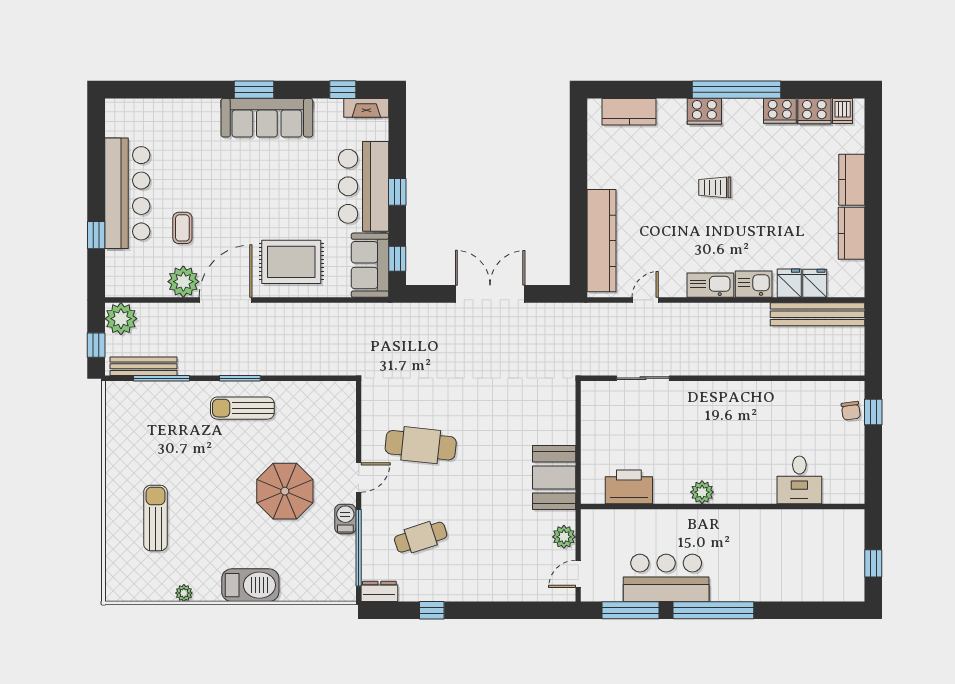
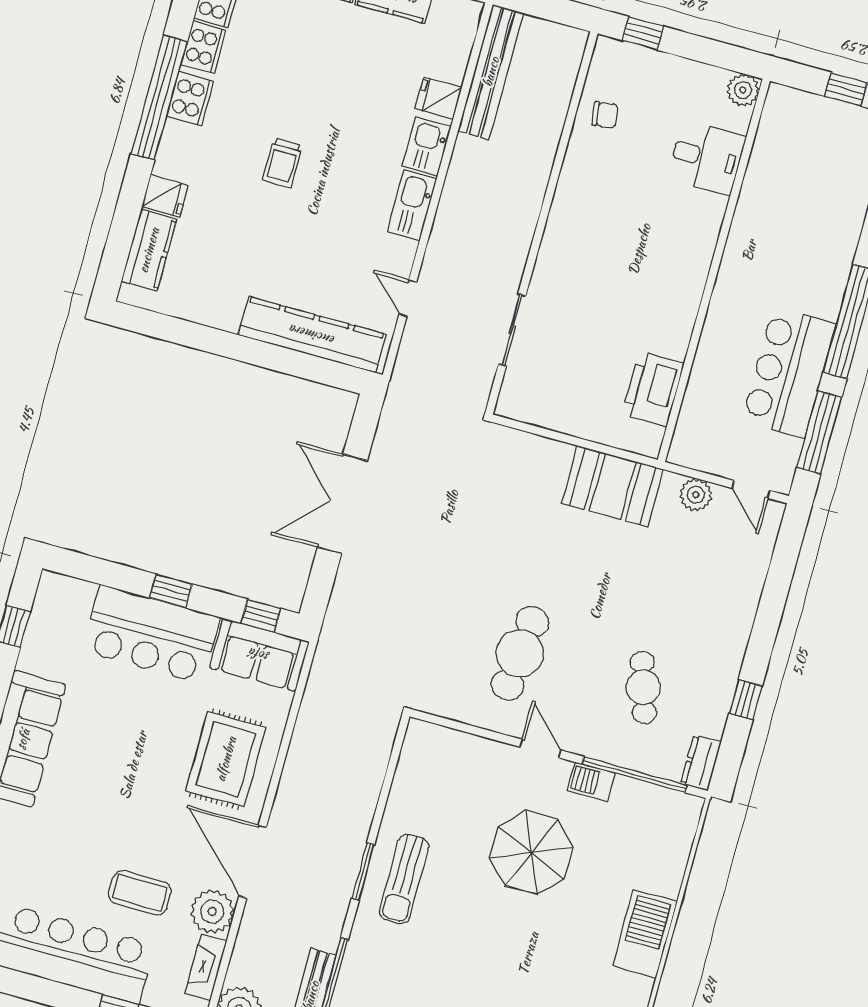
fireplace: (366, 108) -> (206, 967), moved, turned 180
cooker: (704, 111) -> (190, 99), moved
coffee table: (182, 228) -> (140, 893), width x1.36, depth x1.30
fridge: (815, 283) -> (165, 196), moved, turned 180
chair: (851, 411) -> (605, 115), moved
plant: (702, 492) -> (743, 90), moved

